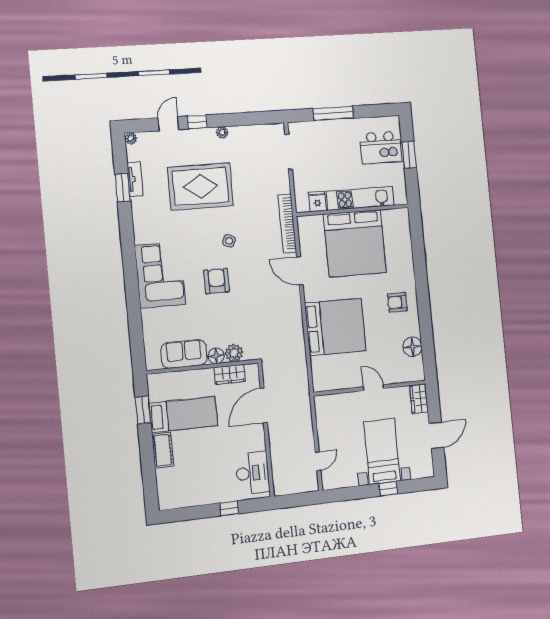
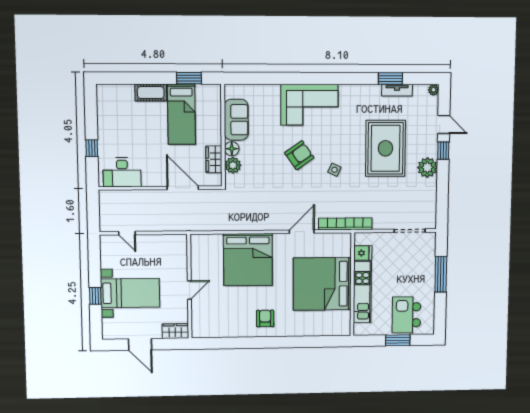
plant: (222, 132) -> (427, 167), width x1.87, depth x1.87
armchair: (217, 281) -> (299, 155), turned -35
floor lamp: (412, 347) -> (223, 329), removed

